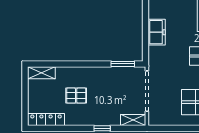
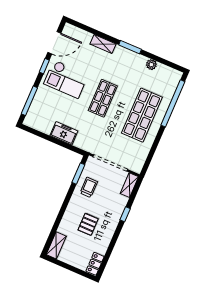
trolley: (113, 80) -> (89, 187), added
locker: (46, 120) -> (95, 264), width x0.66

